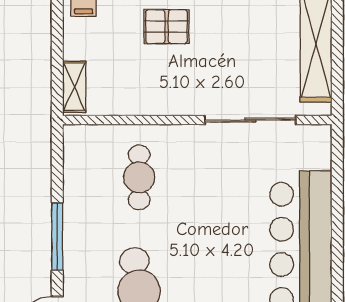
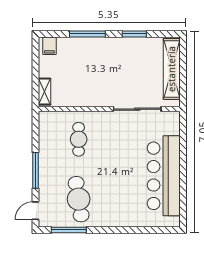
pallet: (167, 27) -> (93, 60), removed

